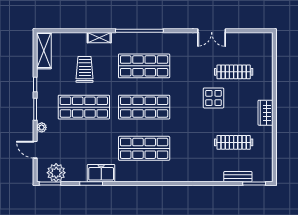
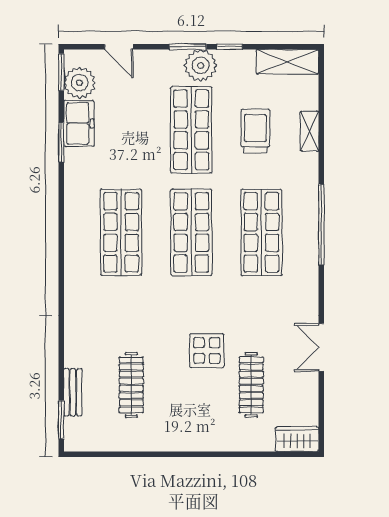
shelving: (99, 38) -> (310, 131), moved
trolley: (85, 69) -> (255, 131), turned -90
wardrobe: (265, 113) -> (297, 439), moved
plant: (42, 127) -> (201, 65), moved, width x1.88, depth x1.88
door: (35, 150) -> (119, 47), swing flipped
freezer: (101, 173) -> (79, 123), moved

